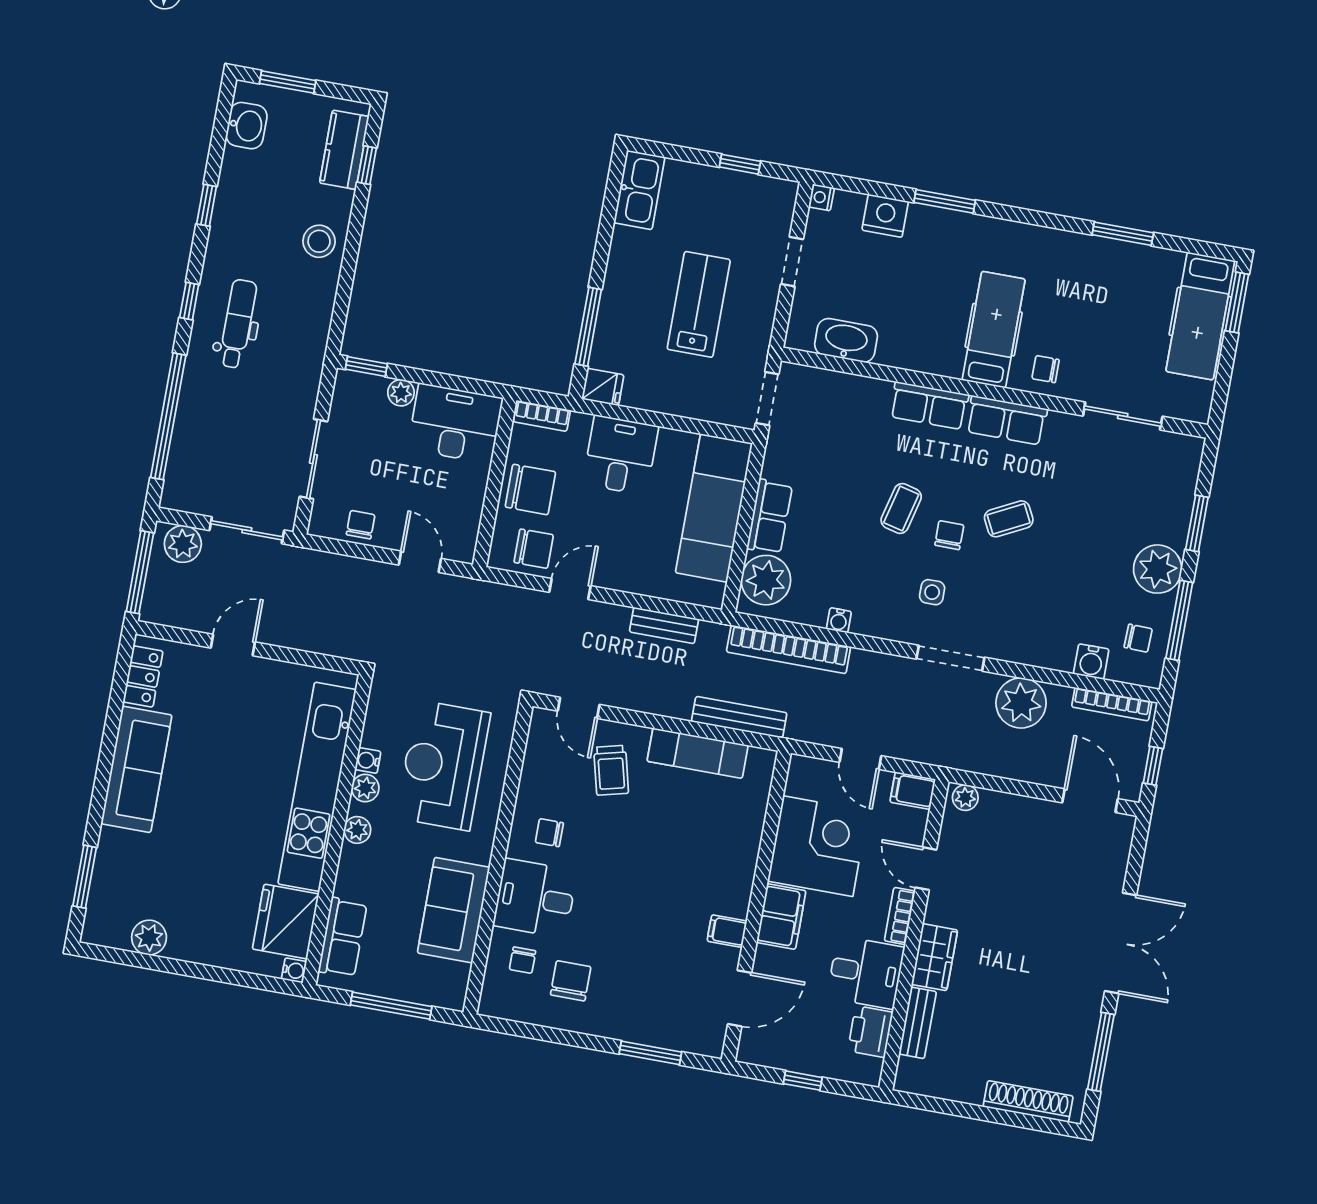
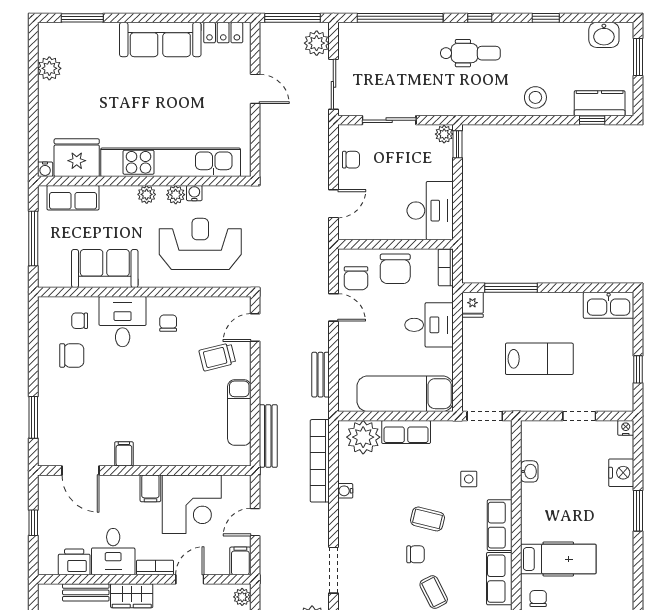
washbasin: (846, 340) -> (529, 471), width x0.52, depth x0.69
plant: (401, 393) -> (444, 134), moved
side table: (932, 592) -> (469, 479), moved
filing cabinet: (781, 917) -> (150, 488), width x0.50

